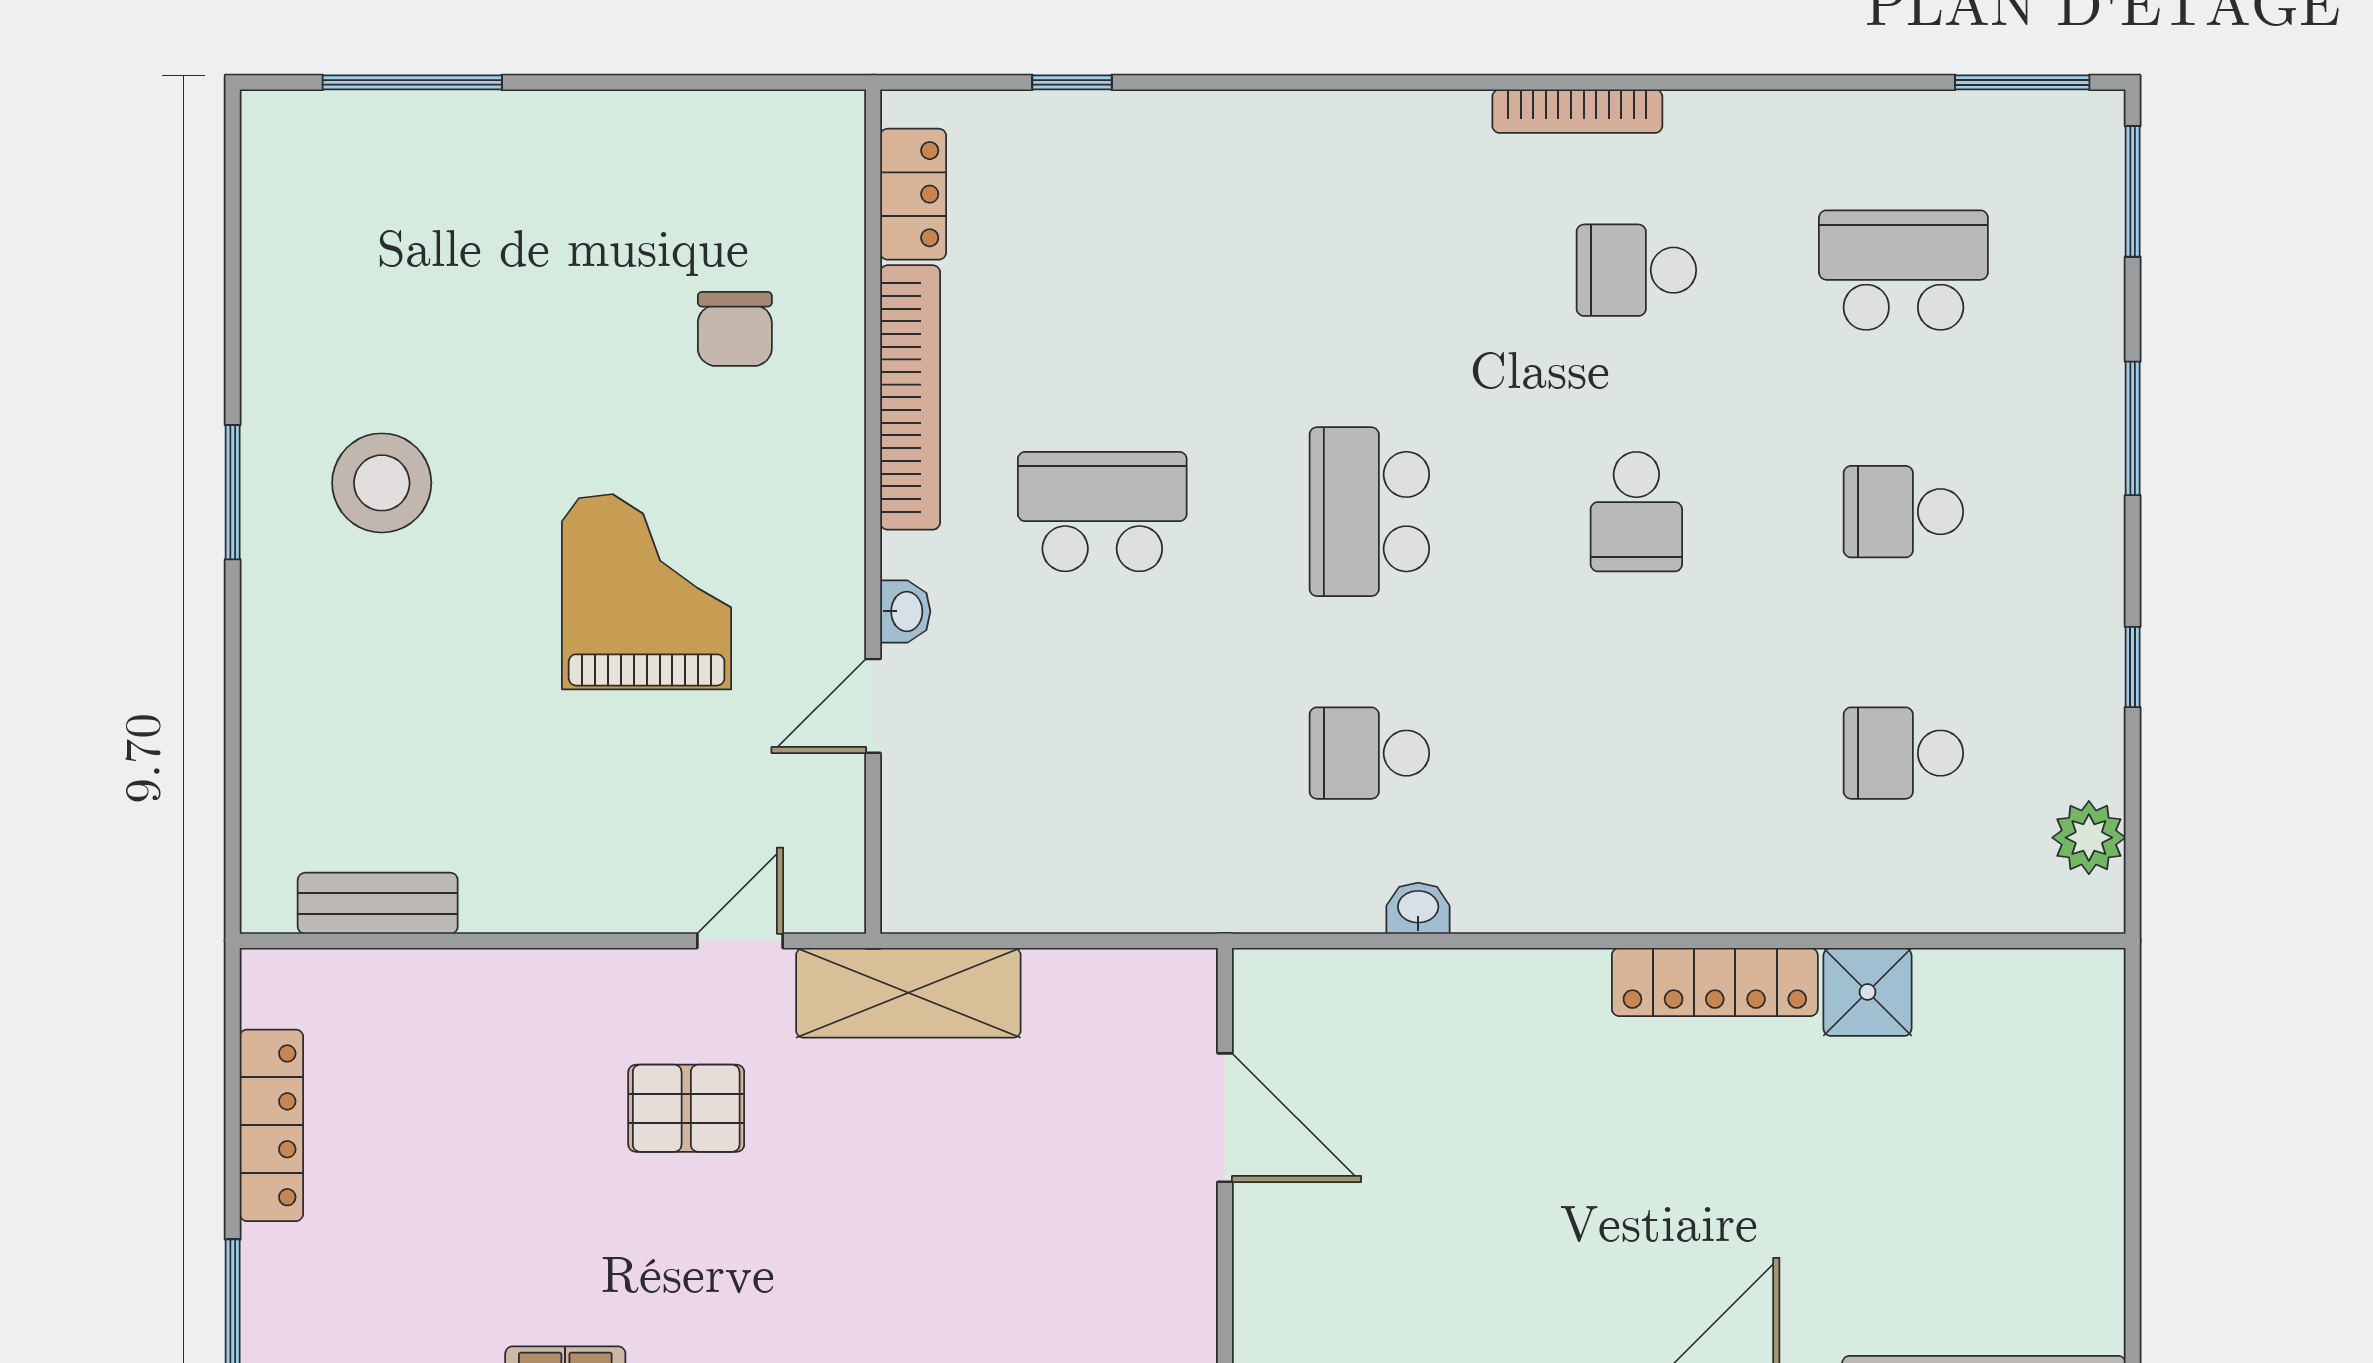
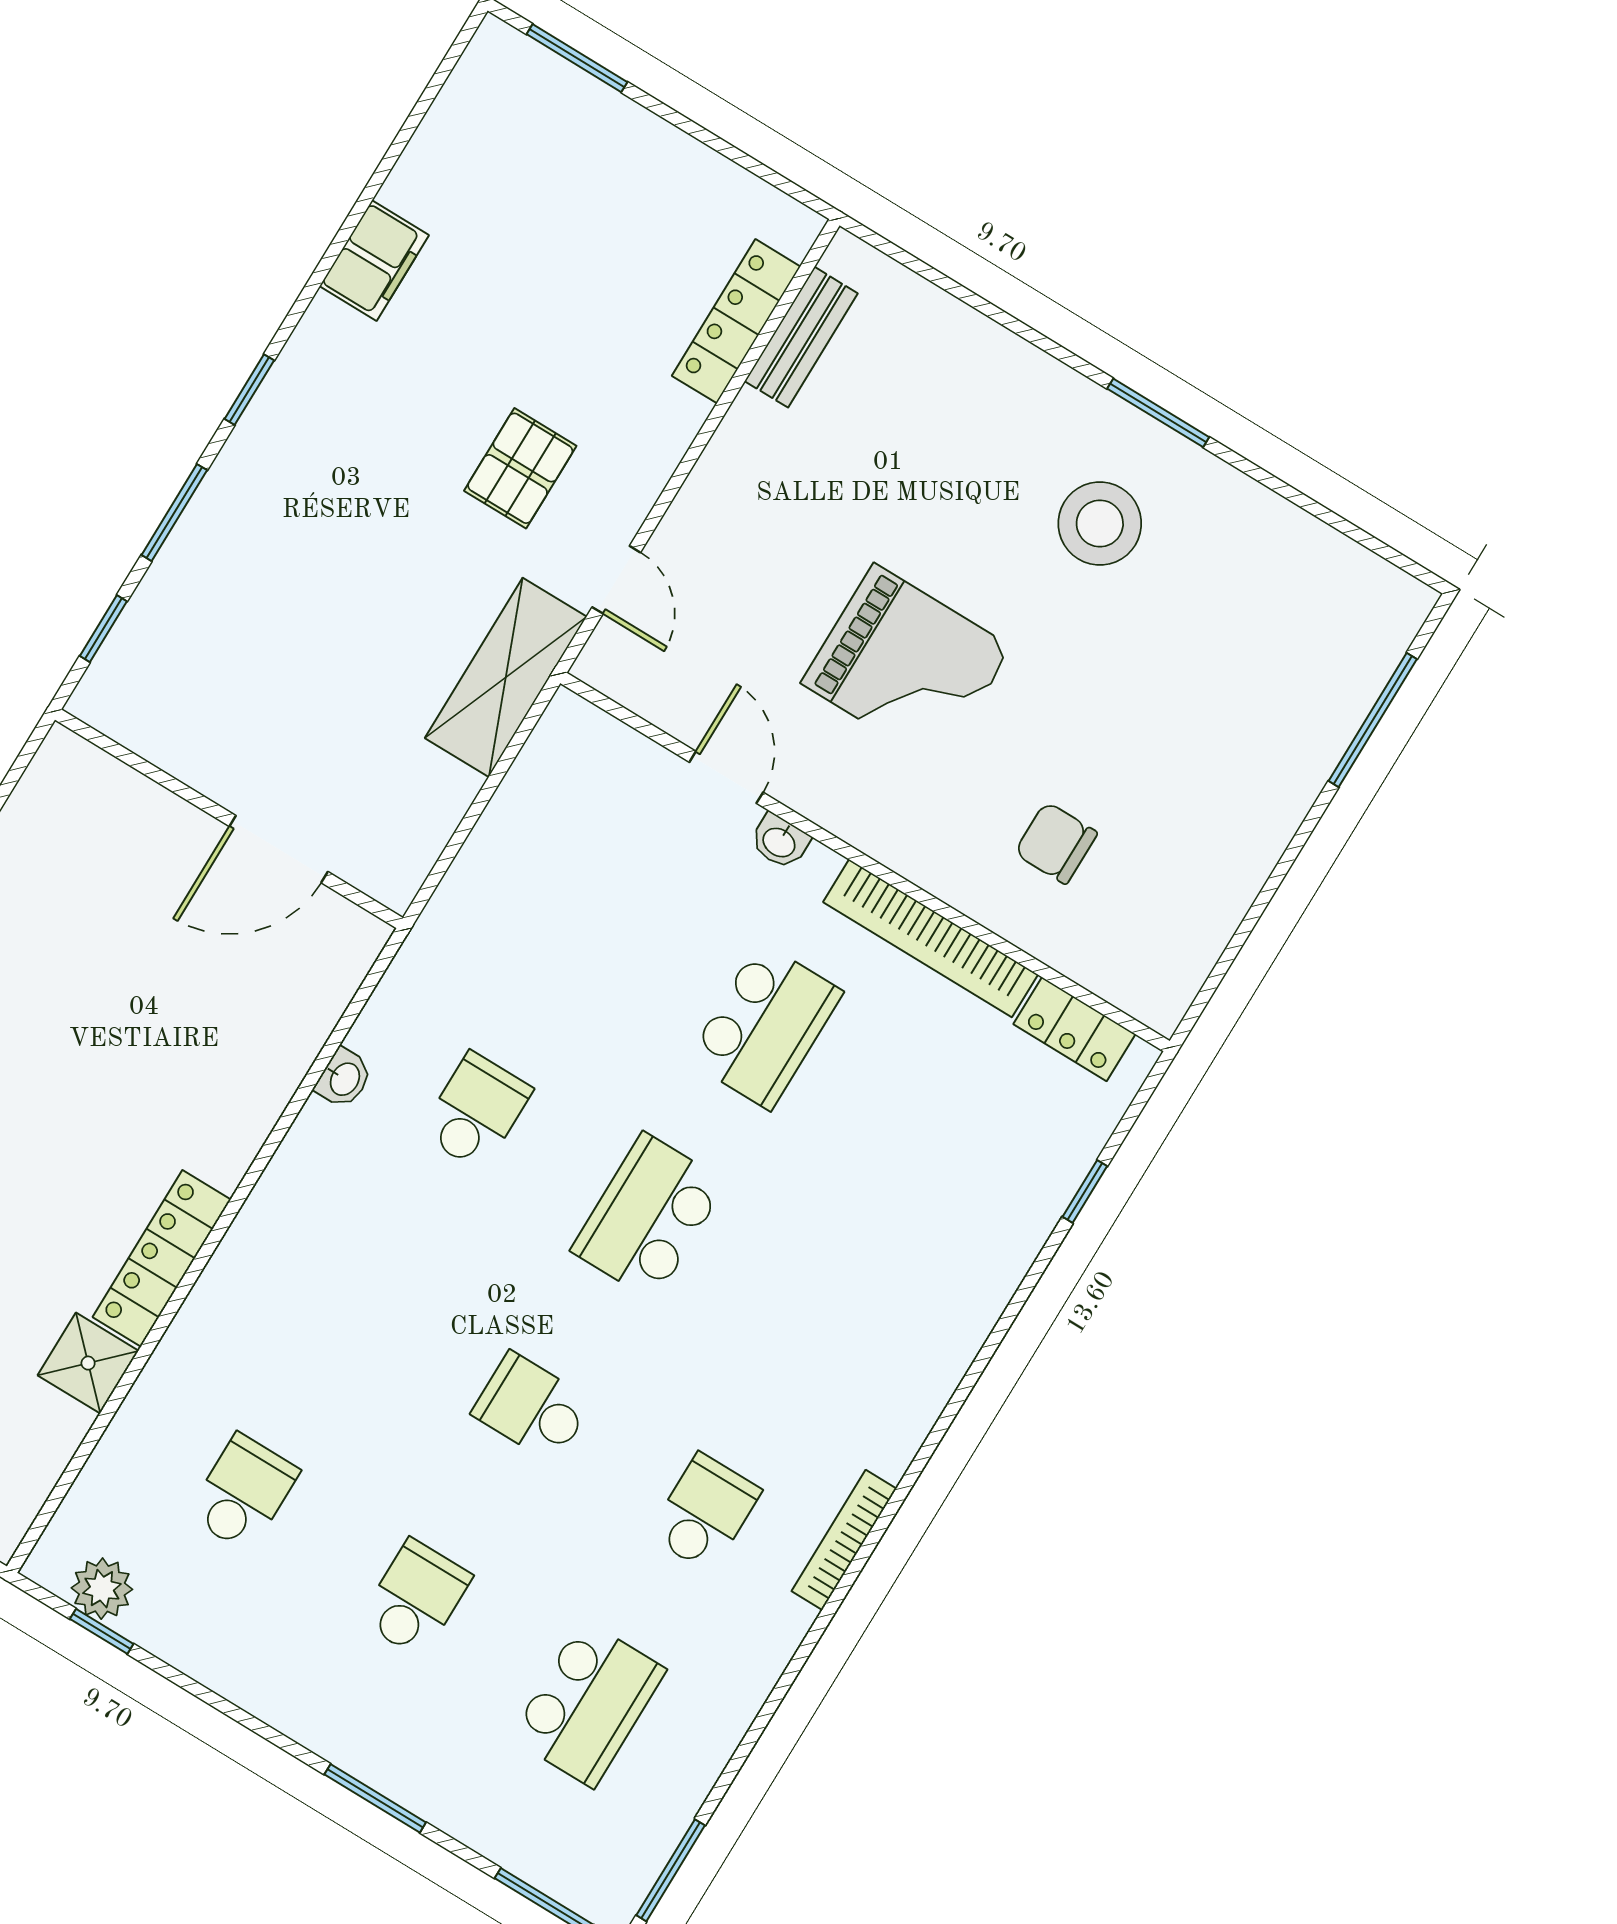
school desk: (1369, 512) -> (649, 1217), turned -90
window: (2133, 667) -> (102, 1631), moved
locker: (271, 1125) -> (736, 321), moved, turned 90

